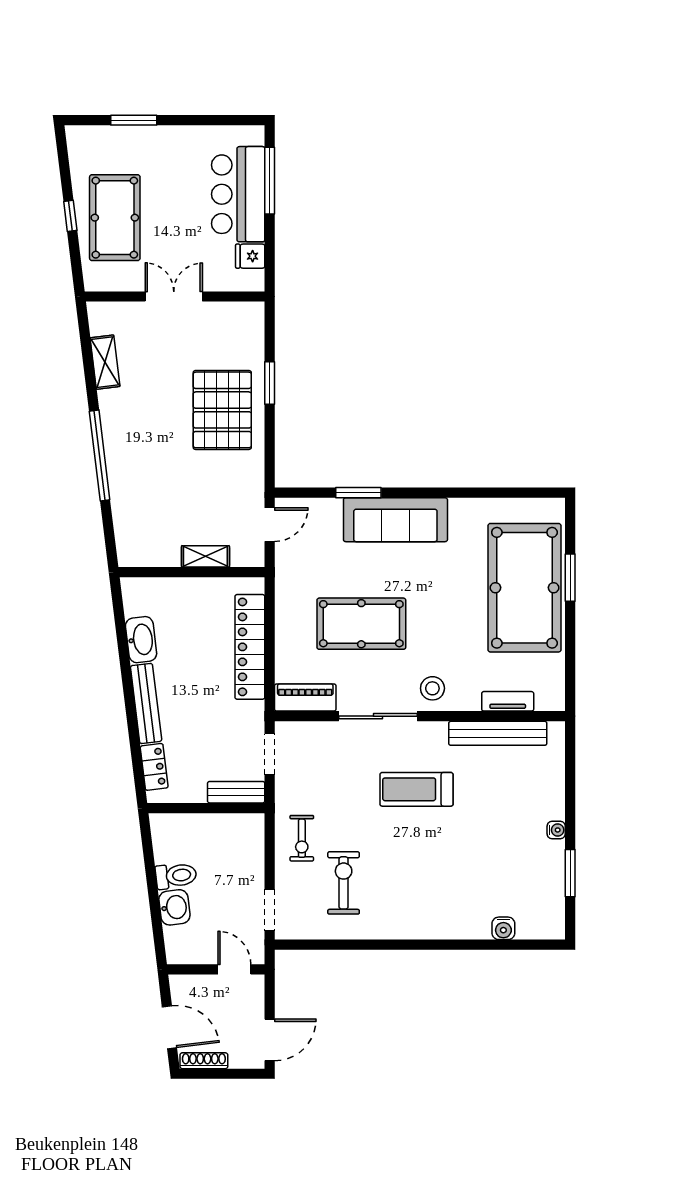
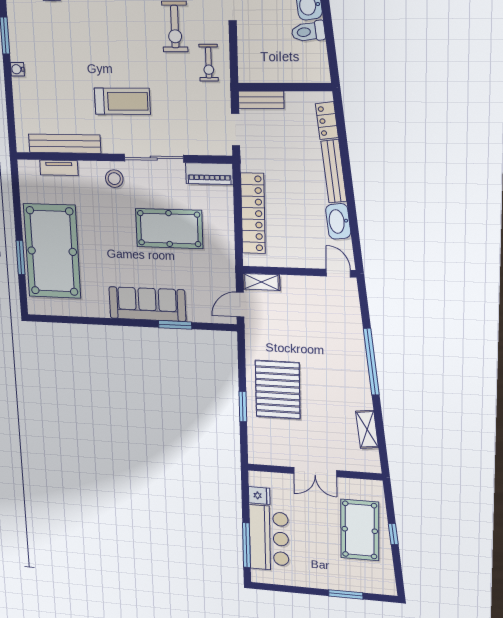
shelving: (205, 556) -> (261, 282), moved
door: (141, 572) -> (338, 273), added
exercise bike: (302, 838) -> (209, 63), turned 180

